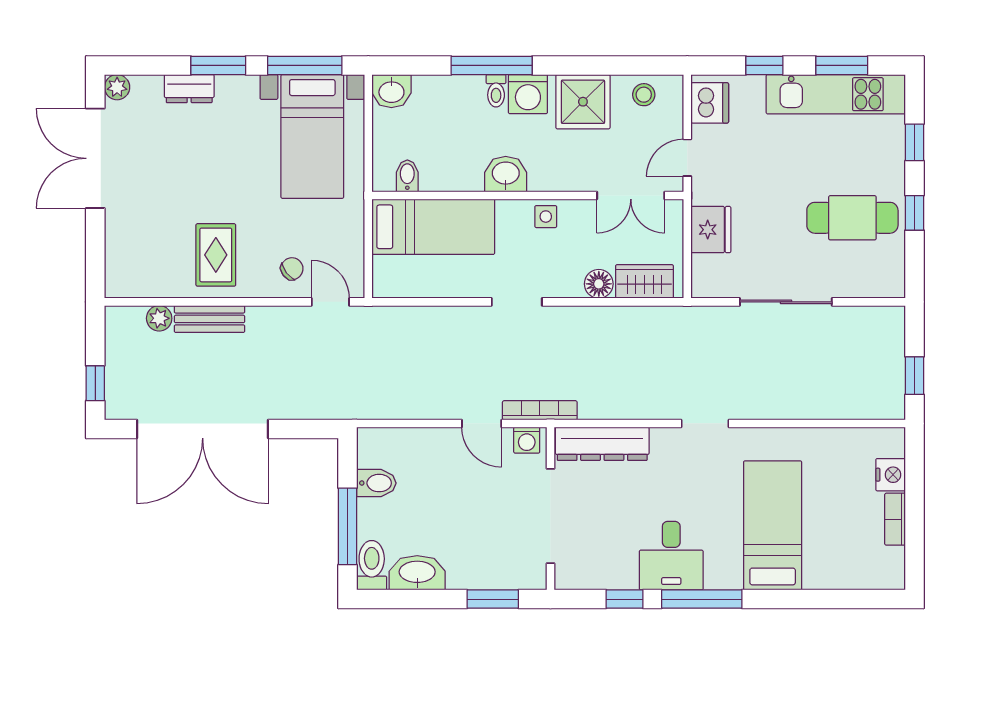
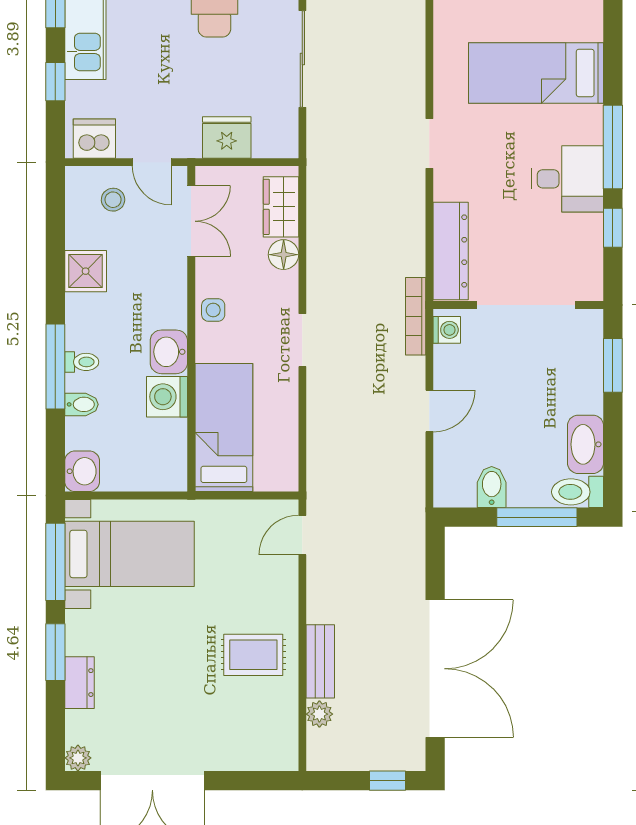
washing machine: (528, 94) -> (167, 397), moved, turned 180
stool: (644, 95) -> (113, 200), moved
shower: (583, 102) -> (86, 271), width x0.73, depth x0.73
bidet: (407, 176) -> (82, 404), moved, turned 180
chair: (292, 269) -> (268, 575), removed
door: (482, 423) -> (429, 411), moved

